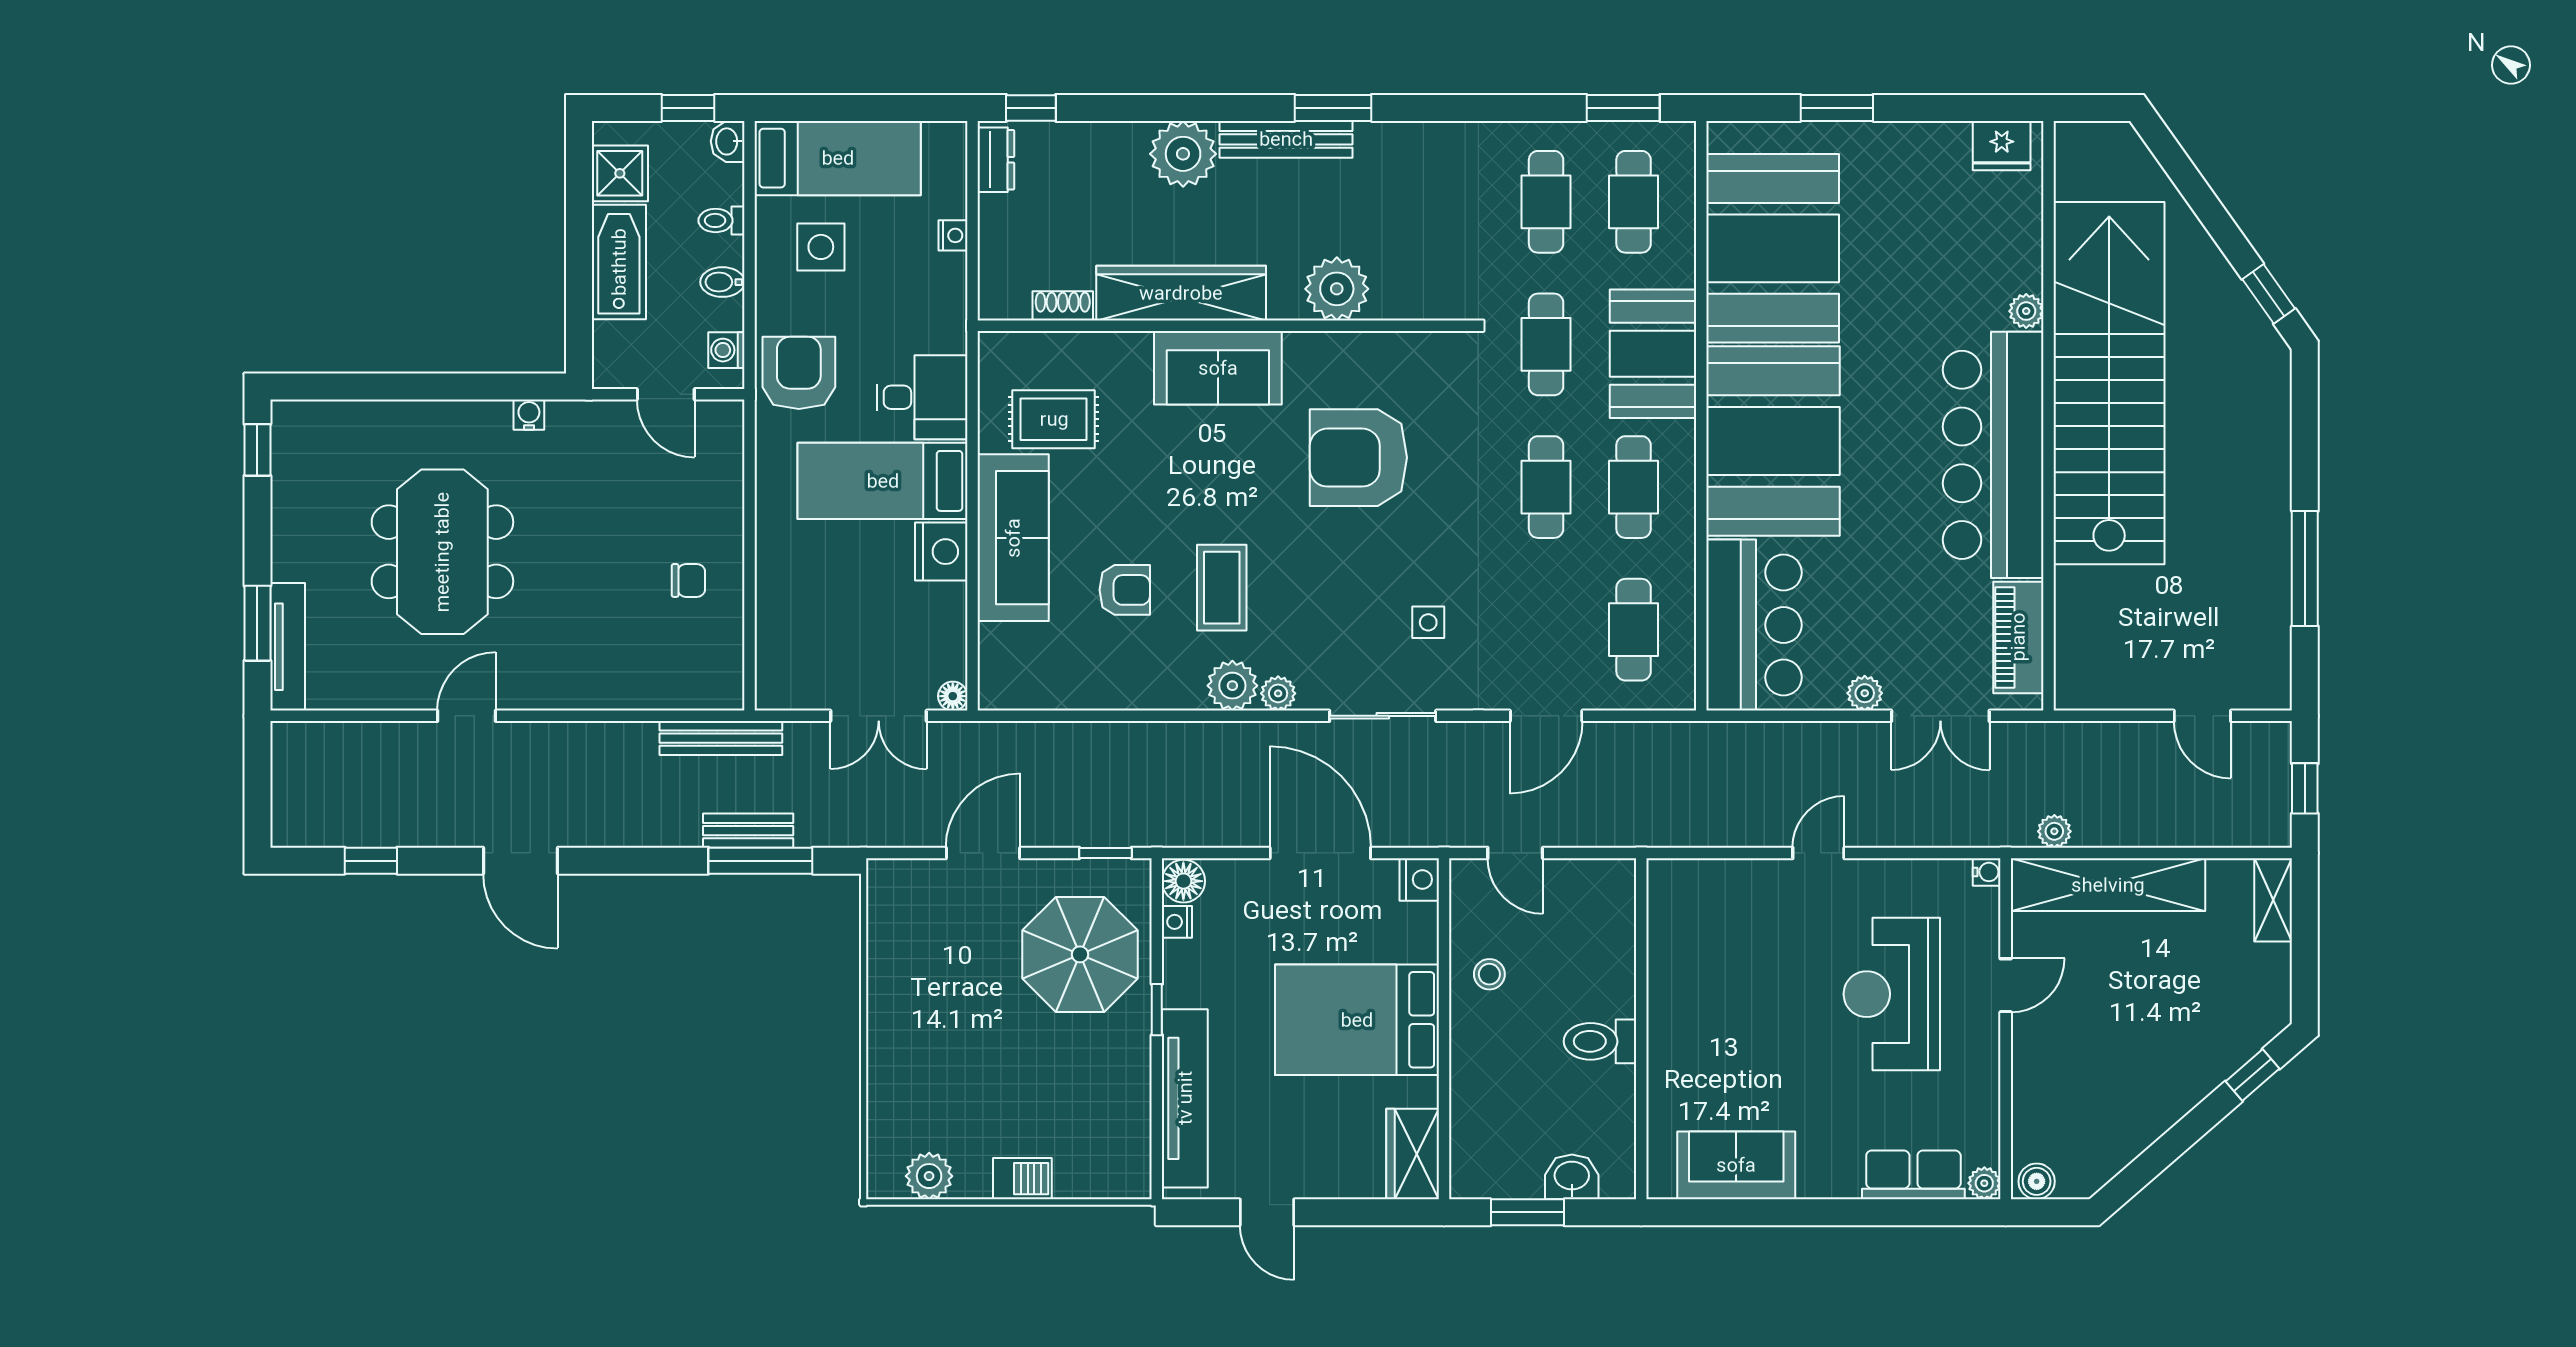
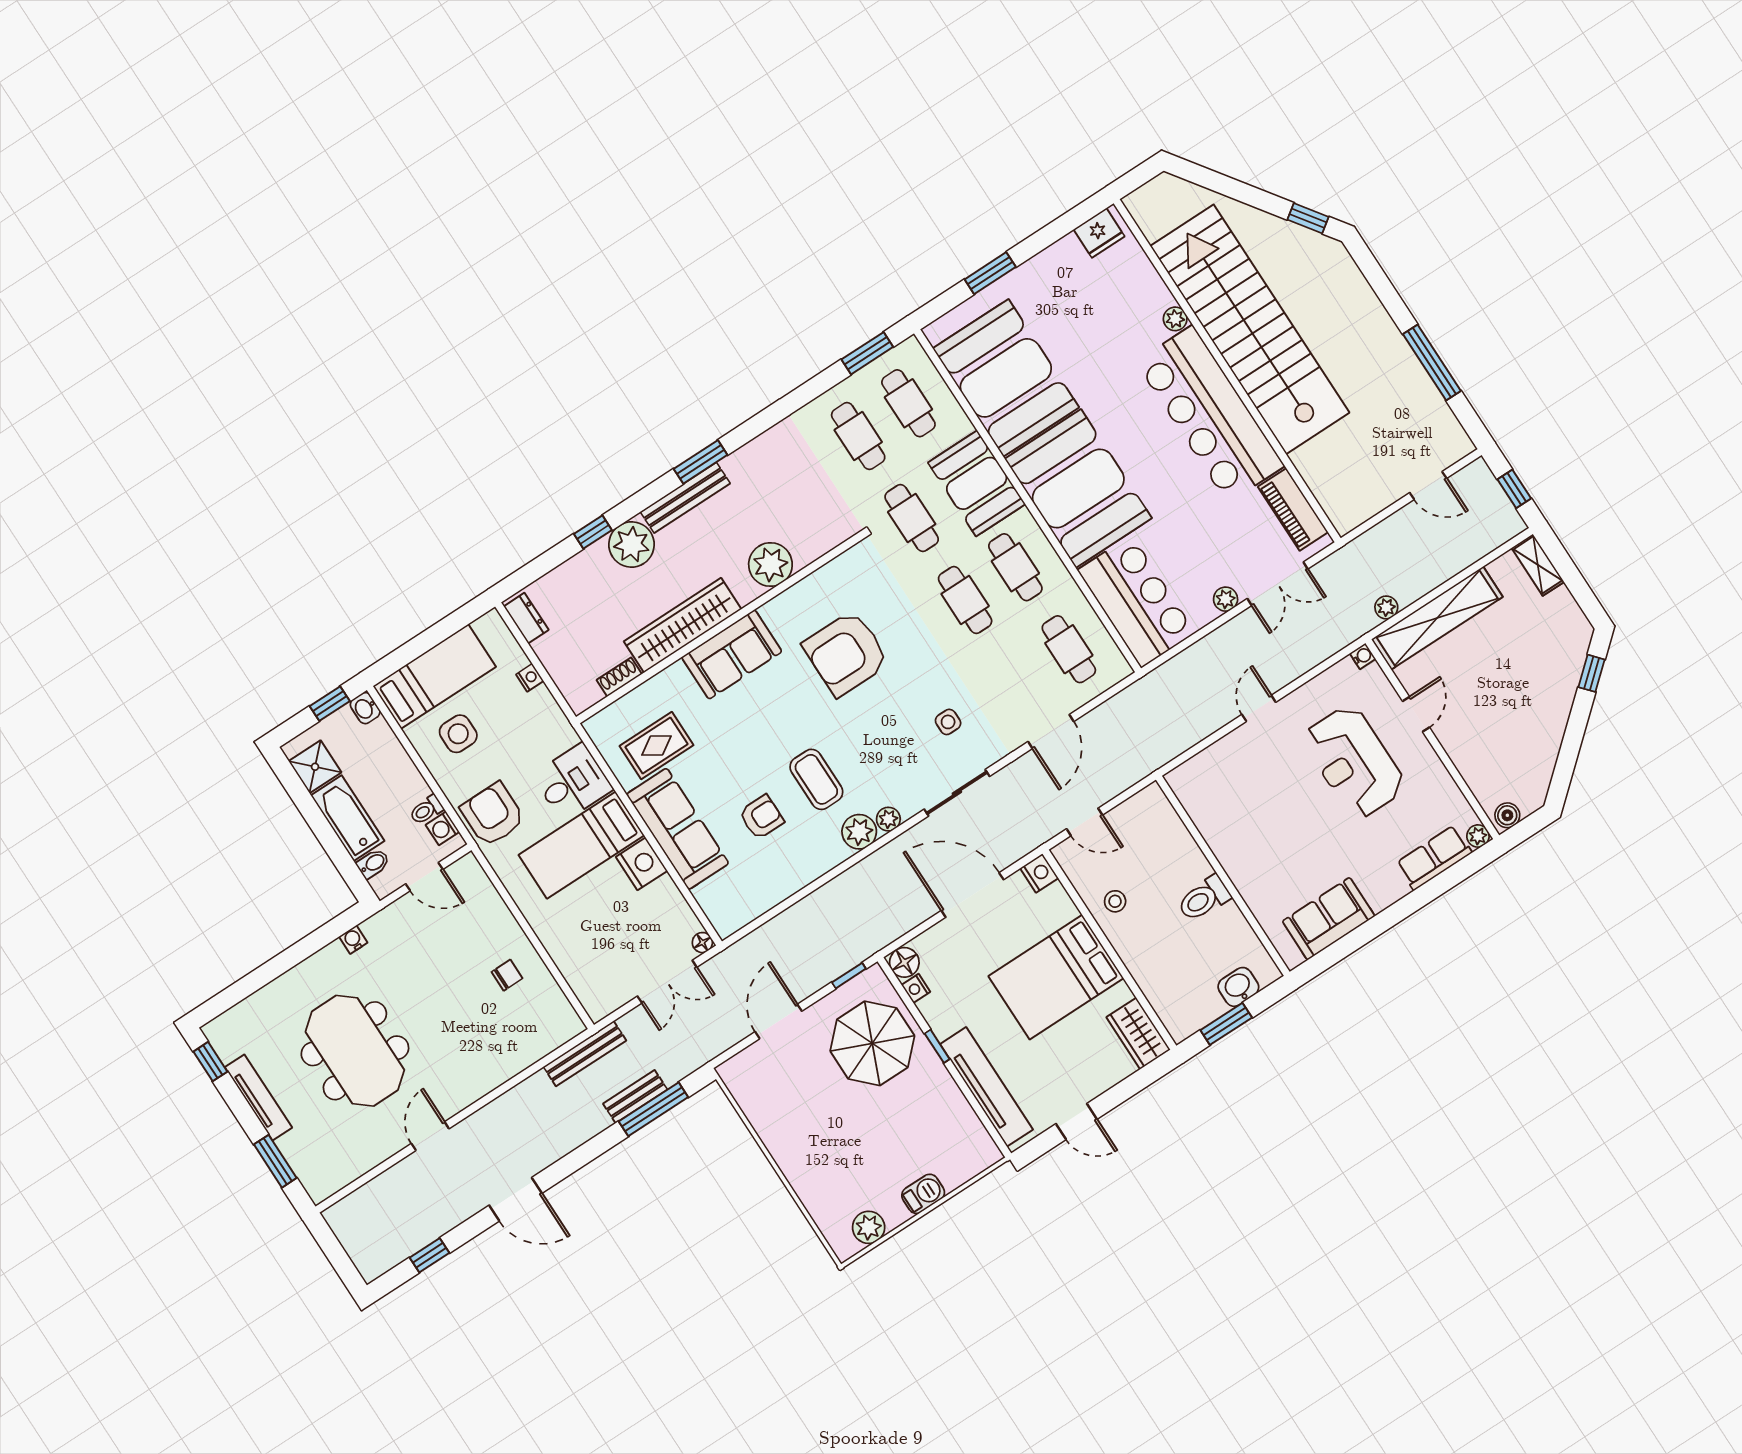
window: (1031, 108) -> (593, 532), moved
toilet: (721, 220) -> (426, 810), moved
bidet: (722, 282) -> (373, 864), moved, turned 180
tv unit: (288, 647) -> (258, 1097), moved

